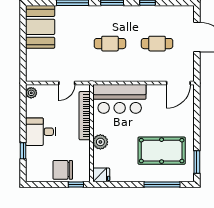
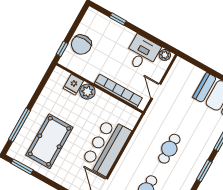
bar counter: (120, 99) -> (106, 147), moved
desk: (41, 132) -> (142, 53), moved
chair: (63, 170) -> (81, 45), turned 180
fridge: (101, 175) -> (73, 85), moved

